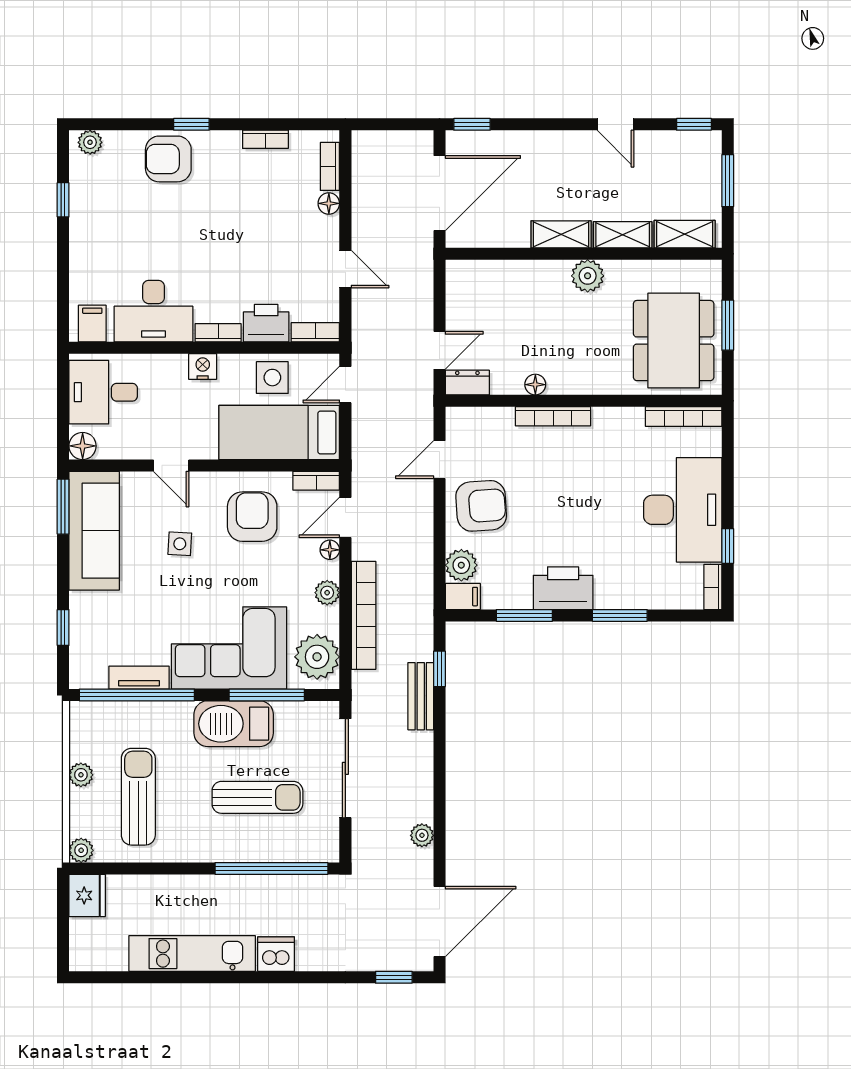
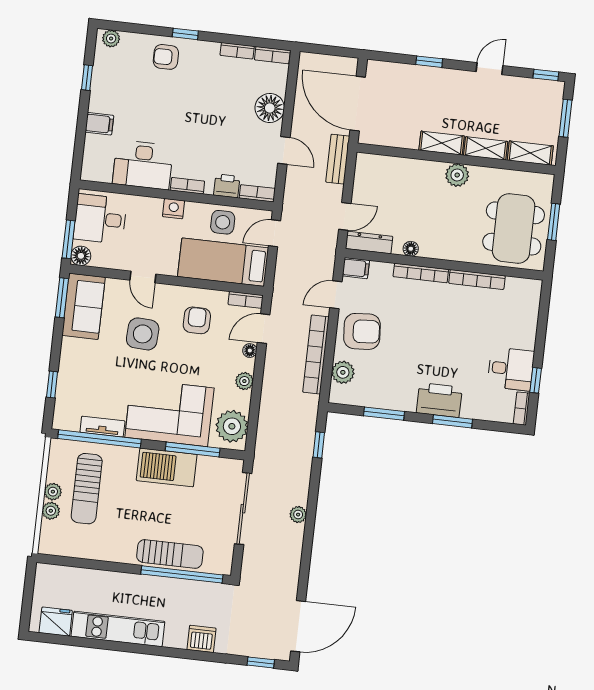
window: (472, 124) -> (429, 62), moved
door: (615, 124) -> (490, 69), swing flipped
armchair: (168, 159) -> (166, 57), width x0.72, depth x0.72
bookcase: (330, 166) -> (272, 55), moved, turned -90
door: (439, 193) -> (358, 104), swing flipped
floor lamp: (329, 203) -> (270, 108), width x1.89, depth x1.89
printer: (266, 323) -> (227, 186), width x0.73, depth x0.81
filing cabinet: (92, 324) -> (99, 124), moved, turned 90
dresser: (467, 383) -> (369, 243), width x1.44
bookcase: (684, 416) -> (477, 280), moved
window: (63, 425) -> (69, 239), added
desk: (683, 510) -> (511, 369), width x0.53, depth x0.77
armchair: (252, 517) -> (197, 320), width x0.72, depth x0.72
sofa: (94, 531) -> (84, 306), width x0.73
side table: (180, 544) -> (143, 334), width x1.87, depth x1.87
printer: (563, 588) -> (439, 400), moved
filing cabinet: (463, 597) -> (356, 268), moved
bookcase: (364, 615) -> (316, 355), moved, turned 180
bench: (421, 696) -> (338, 159), moved
sun lounger: (138, 797) -> (87, 489), moved, turned 180
sun lounger: (257, 797) -> (170, 554), moved
plant: (422, 835) -> (298, 515), moved
plant: (81, 850) -> (51, 511), moved
fridge: (87, 895) -> (56, 622), moved, turned -90
dishwasher: (276, 954) -> (201, 639), moved

